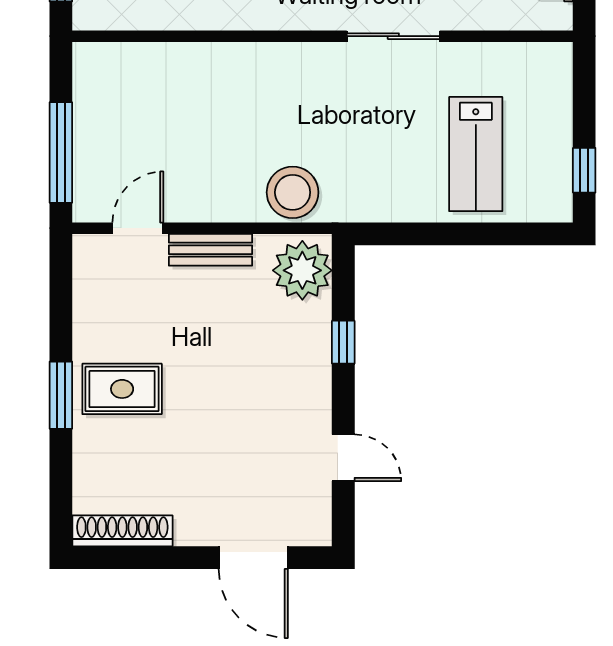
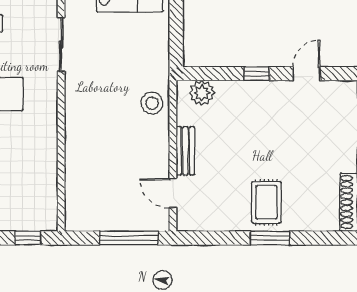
stool: (293, 192) -> (152, 103), width x0.73, depth x0.73
plant: (302, 270) -> (202, 93), width x0.73, depth x0.73
window: (343, 342) -> (257, 74), moved

